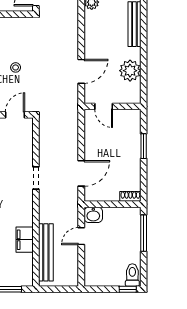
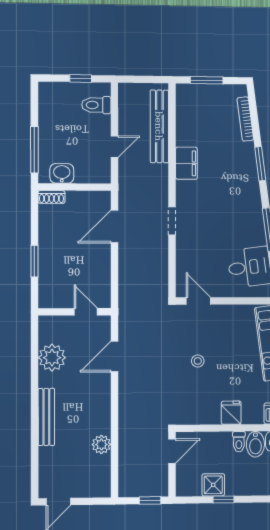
door: (15, 115) -> (198, 301), swing flipped
washbasin: (93, 215) -> (62, 173), moved
filing cabinet: (25, 240) -> (186, 163), moved
toilet: (132, 275) -> (96, 105), moved, turned 90
window: (128, 289) -> (81, 79), moved

